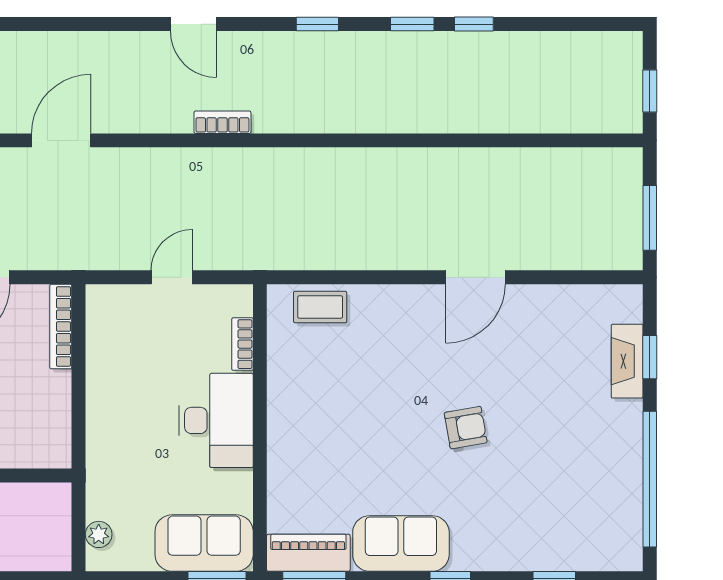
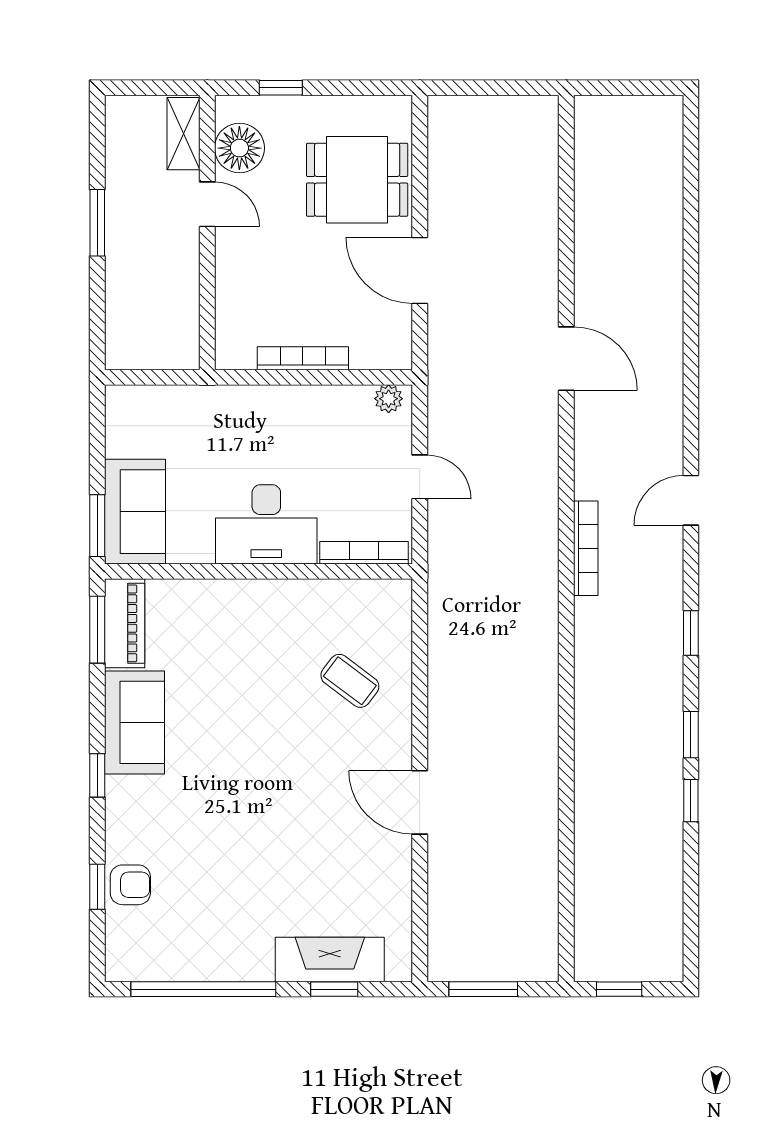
bookcase: (222, 122) -> (586, 548), width x1.56
coffee table: (320, 307) -> (350, 681), moved, turned -53
bookcase: (61, 327) -> (303, 358), moved
bookcase: (242, 344) -> (364, 553), width x1.56
fireplace: (627, 361) -> (330, 959), width x1.37, depth x1.32
armchair: (466, 428) -> (130, 885), moved, turned -80
plant: (99, 534) -> (389, 399), moved

